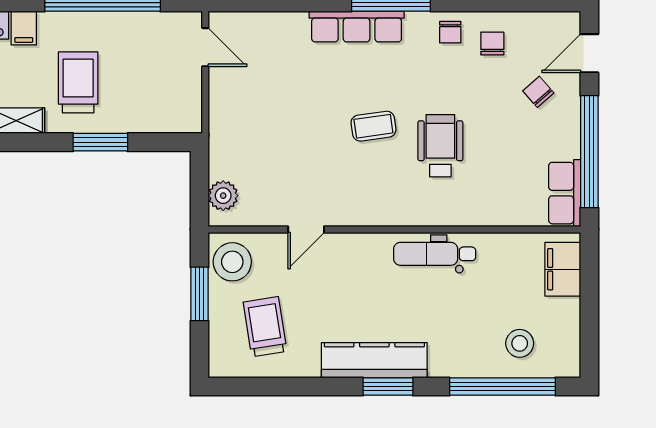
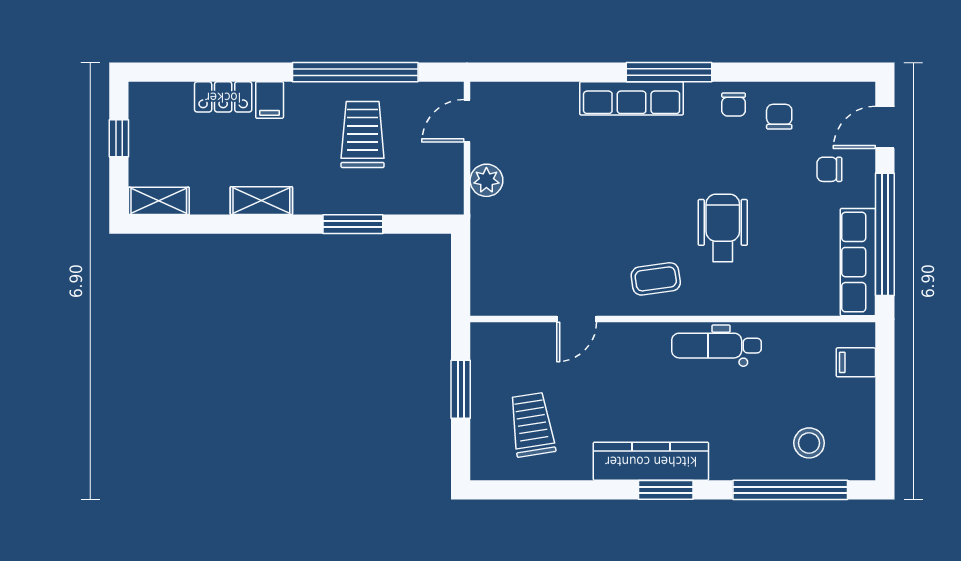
door: (205, 47) -> (467, 121), swing flipped
trolley: (78, 82) -> (363, 135), moved
chair: (538, 92) -> (829, 169), turned -49
coffee table: (373, 126) -> (656, 279), moved
row of seats: (565, 193) -> (858, 262), width x1.48
plant: (223, 196) -> (486, 180), moved
stool: (232, 262) -> (496, 354), removed
filing cabinet: (563, 269) -> (856, 362), width x0.50

